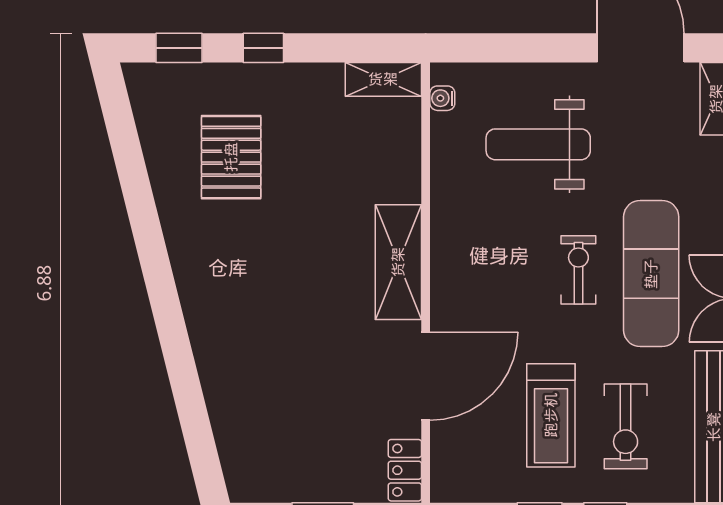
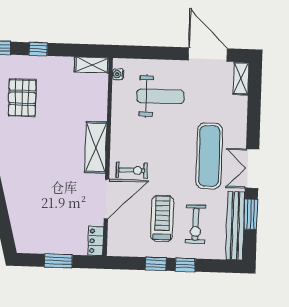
weight bench: (538, 144) -> (160, 96), turned 180
exercise bike: (578, 270) -> (132, 170), moved, turned 90
treadmill: (551, 415) -> (162, 218), turned 180

